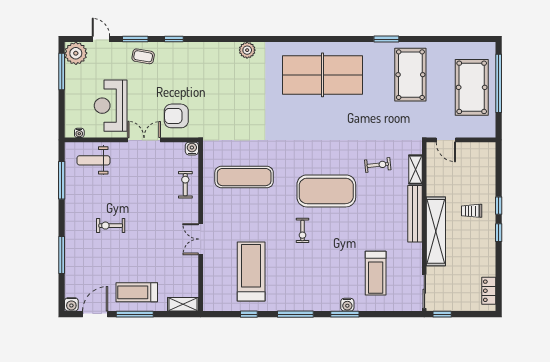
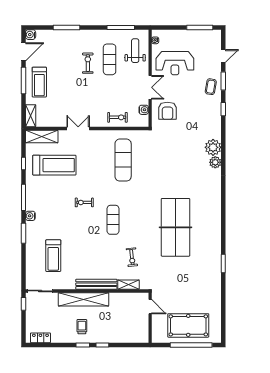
plant: (76, 53) -> (213, 147), moved
table tennis table: (323, 75) -> (176, 227), moved
pool table: (410, 75) -> (197, 281), removed
reception desk: (111, 106) -> (175, 63), turned 180
armchair: (176, 116) -> (167, 111), turned 180
door: (446, 140) -> (150, 307), swing flipped
water cooler: (192, 149) -> (144, 110), moved
exercise mat: (326, 191) -> (113, 220), width x0.50, depth x0.69
exercise mat: (105, 196) -> (110, 59), added
trolley: (472, 211) -> (82, 327), moved
treadmill: (376, 273) -> (53, 256), turned -90
shelving: (212, 289) -> (42, 137), added
treadmill: (137, 292) -> (39, 82), turned 180
water cooler: (347, 305) -> (30, 216), moved
door: (95, 314) -> (23, 52), hinge flipped

